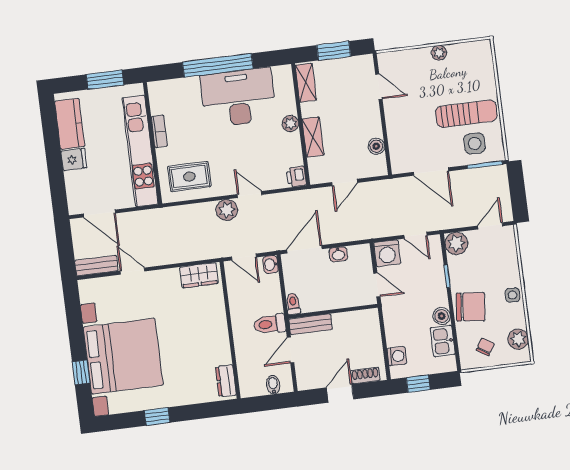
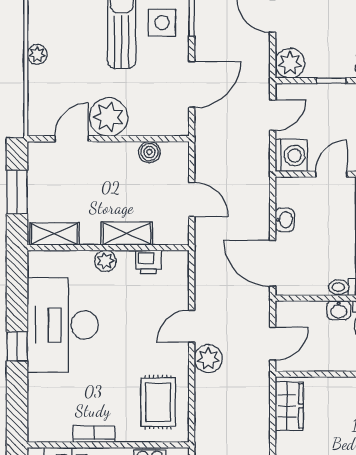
window: (218, 65) -> (17, 346), width x0.32
plant: (399, 112) -> (109, 117), added
printer: (296, 177) -> (148, 262), moved
washbasin: (271, 265) -> (339, 310), moved

